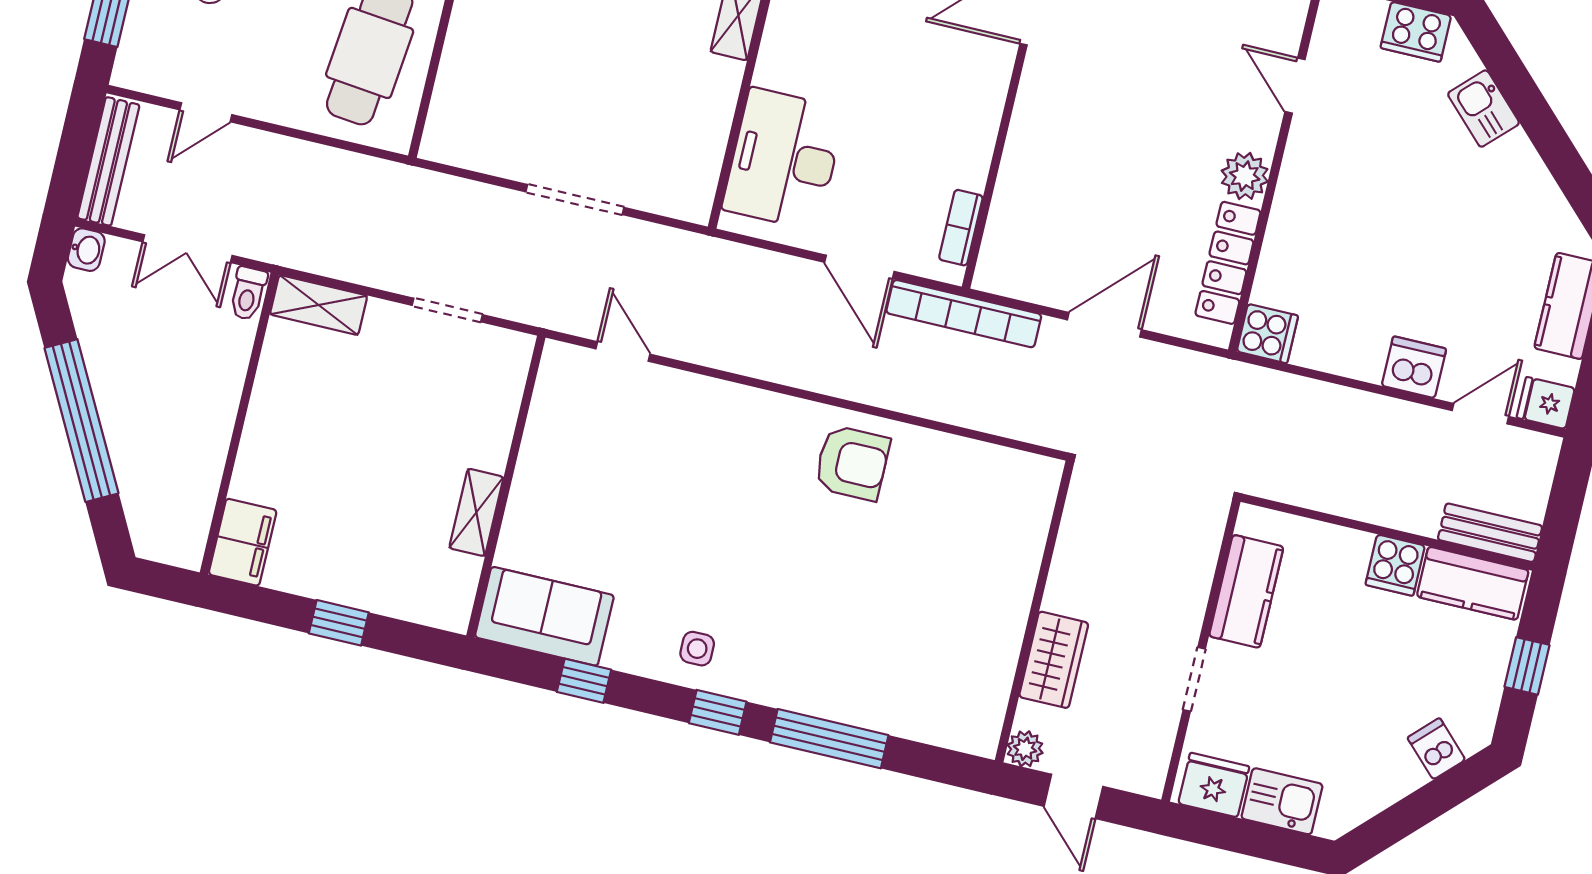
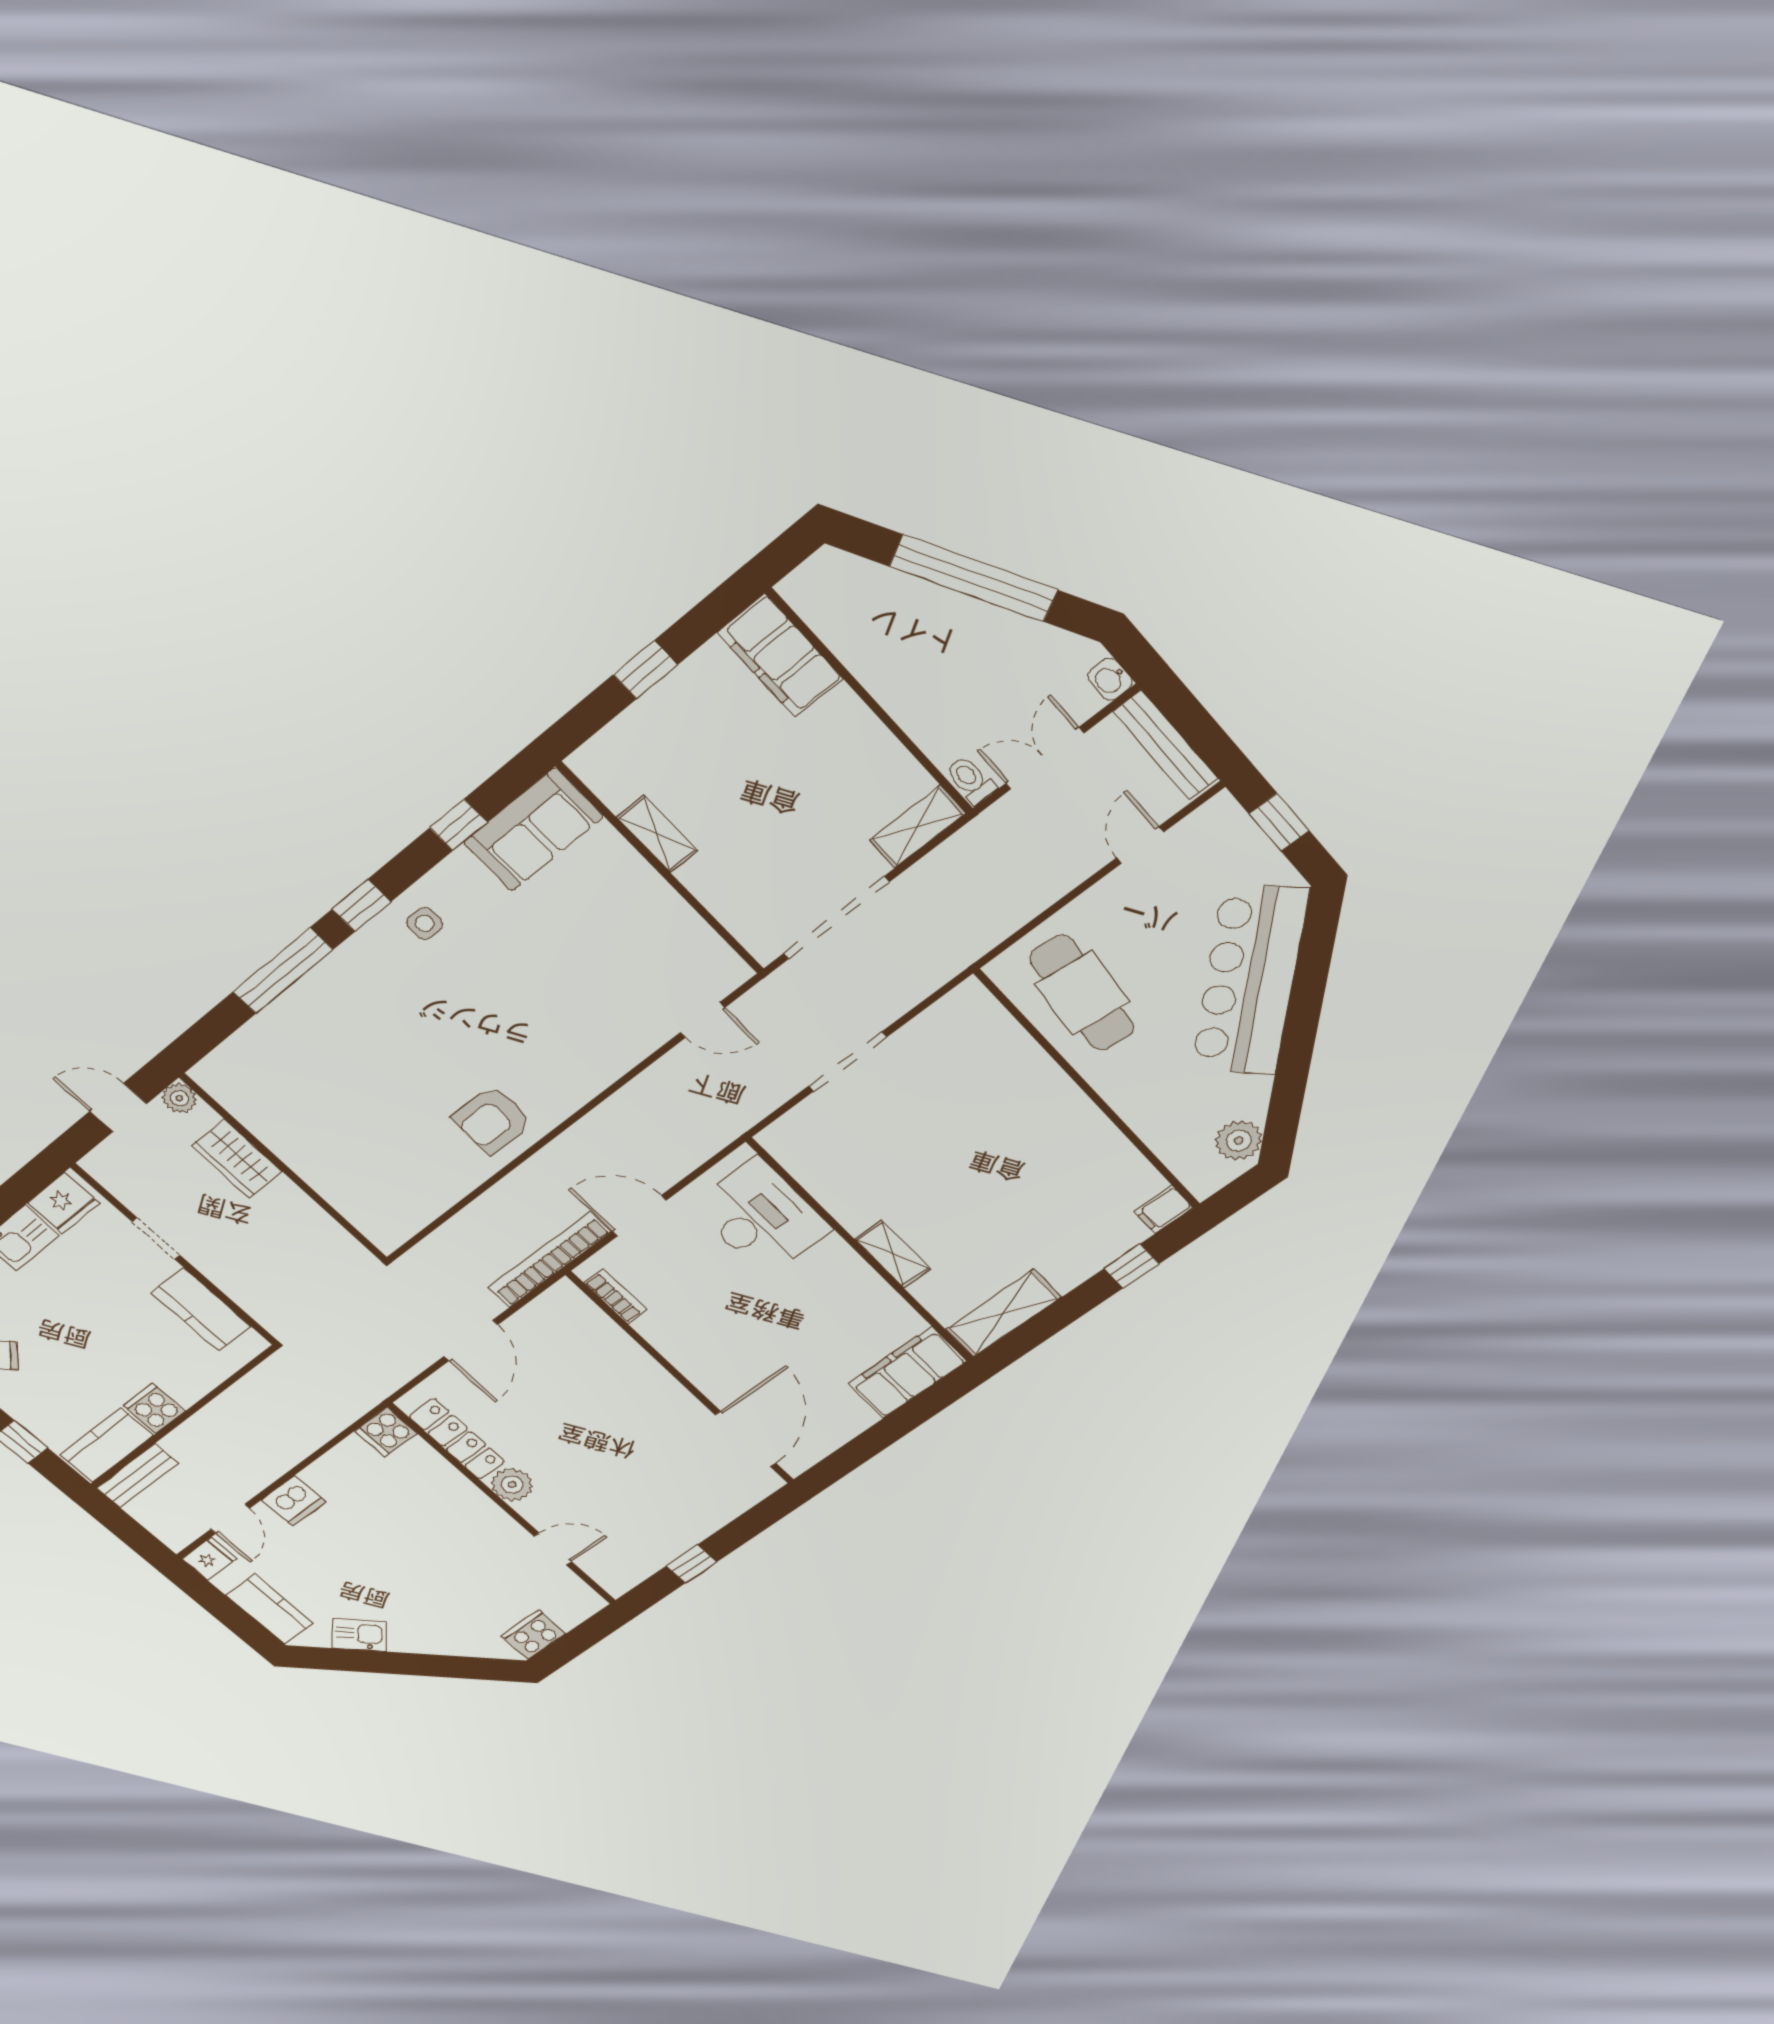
kitchen sink: (1483, 109) -> (359, 1635), moved
doorway: (447, 310) -> (836, 918), width x1.88
filing cabinet: (243, 542) -> (780, 656), width x1.50, depth x1.17

